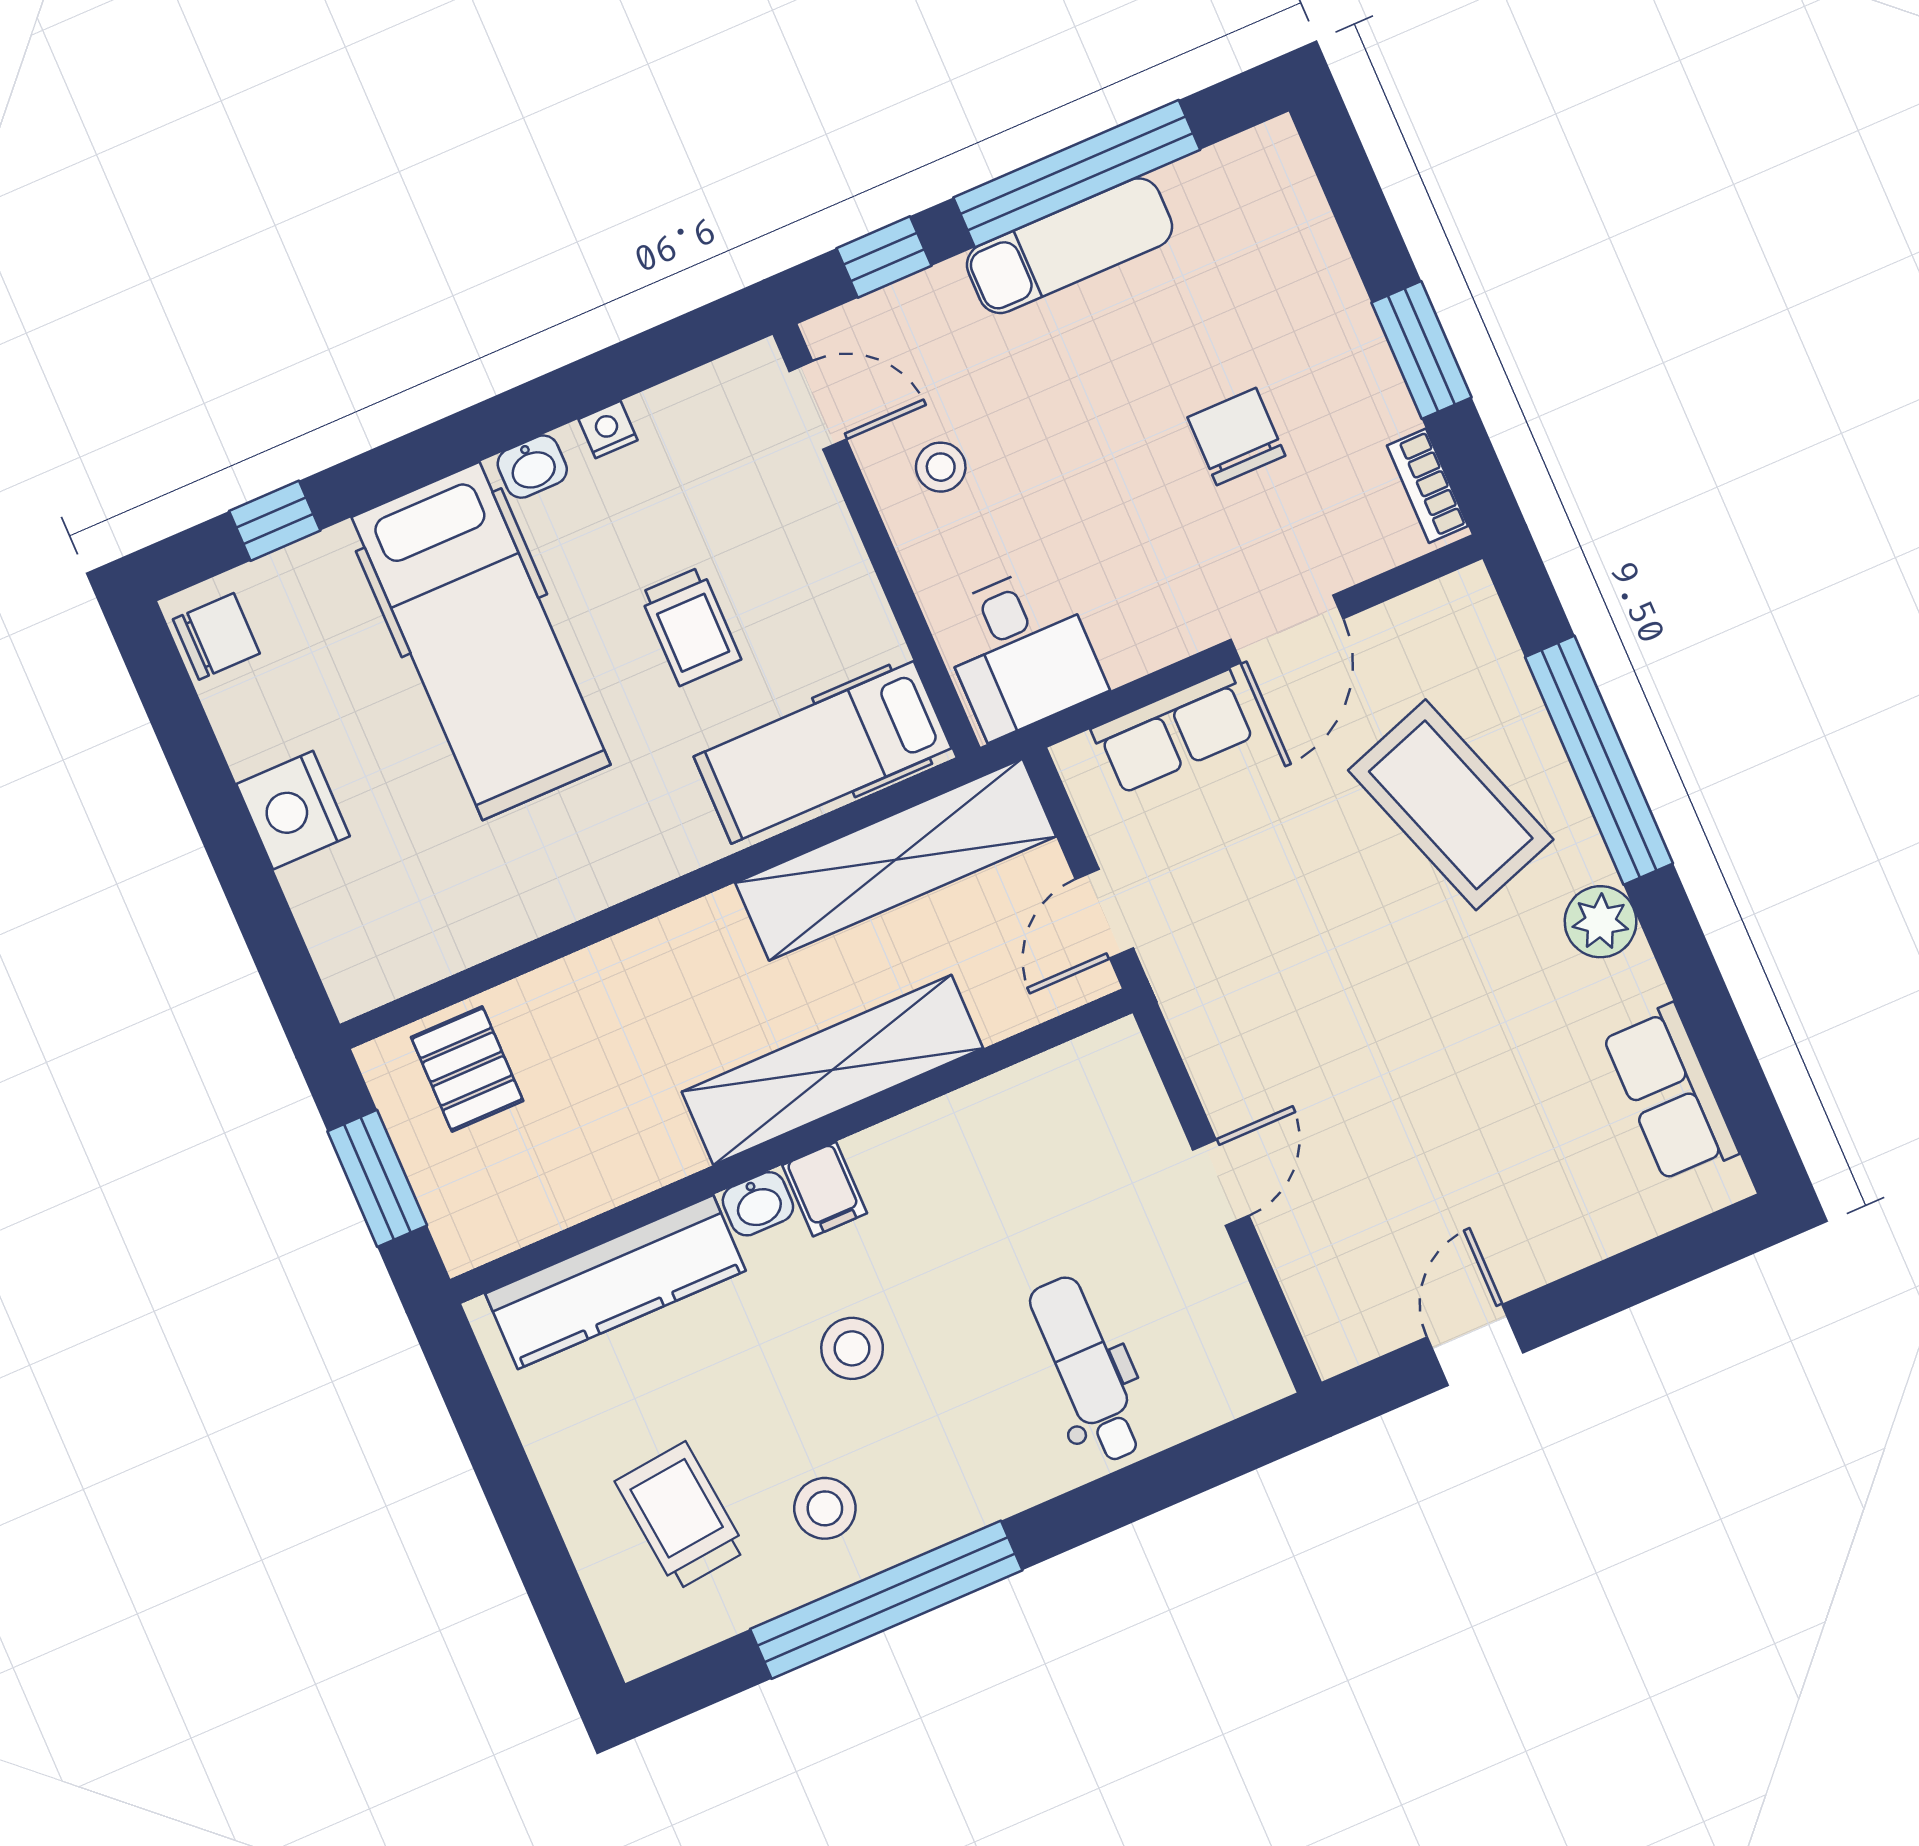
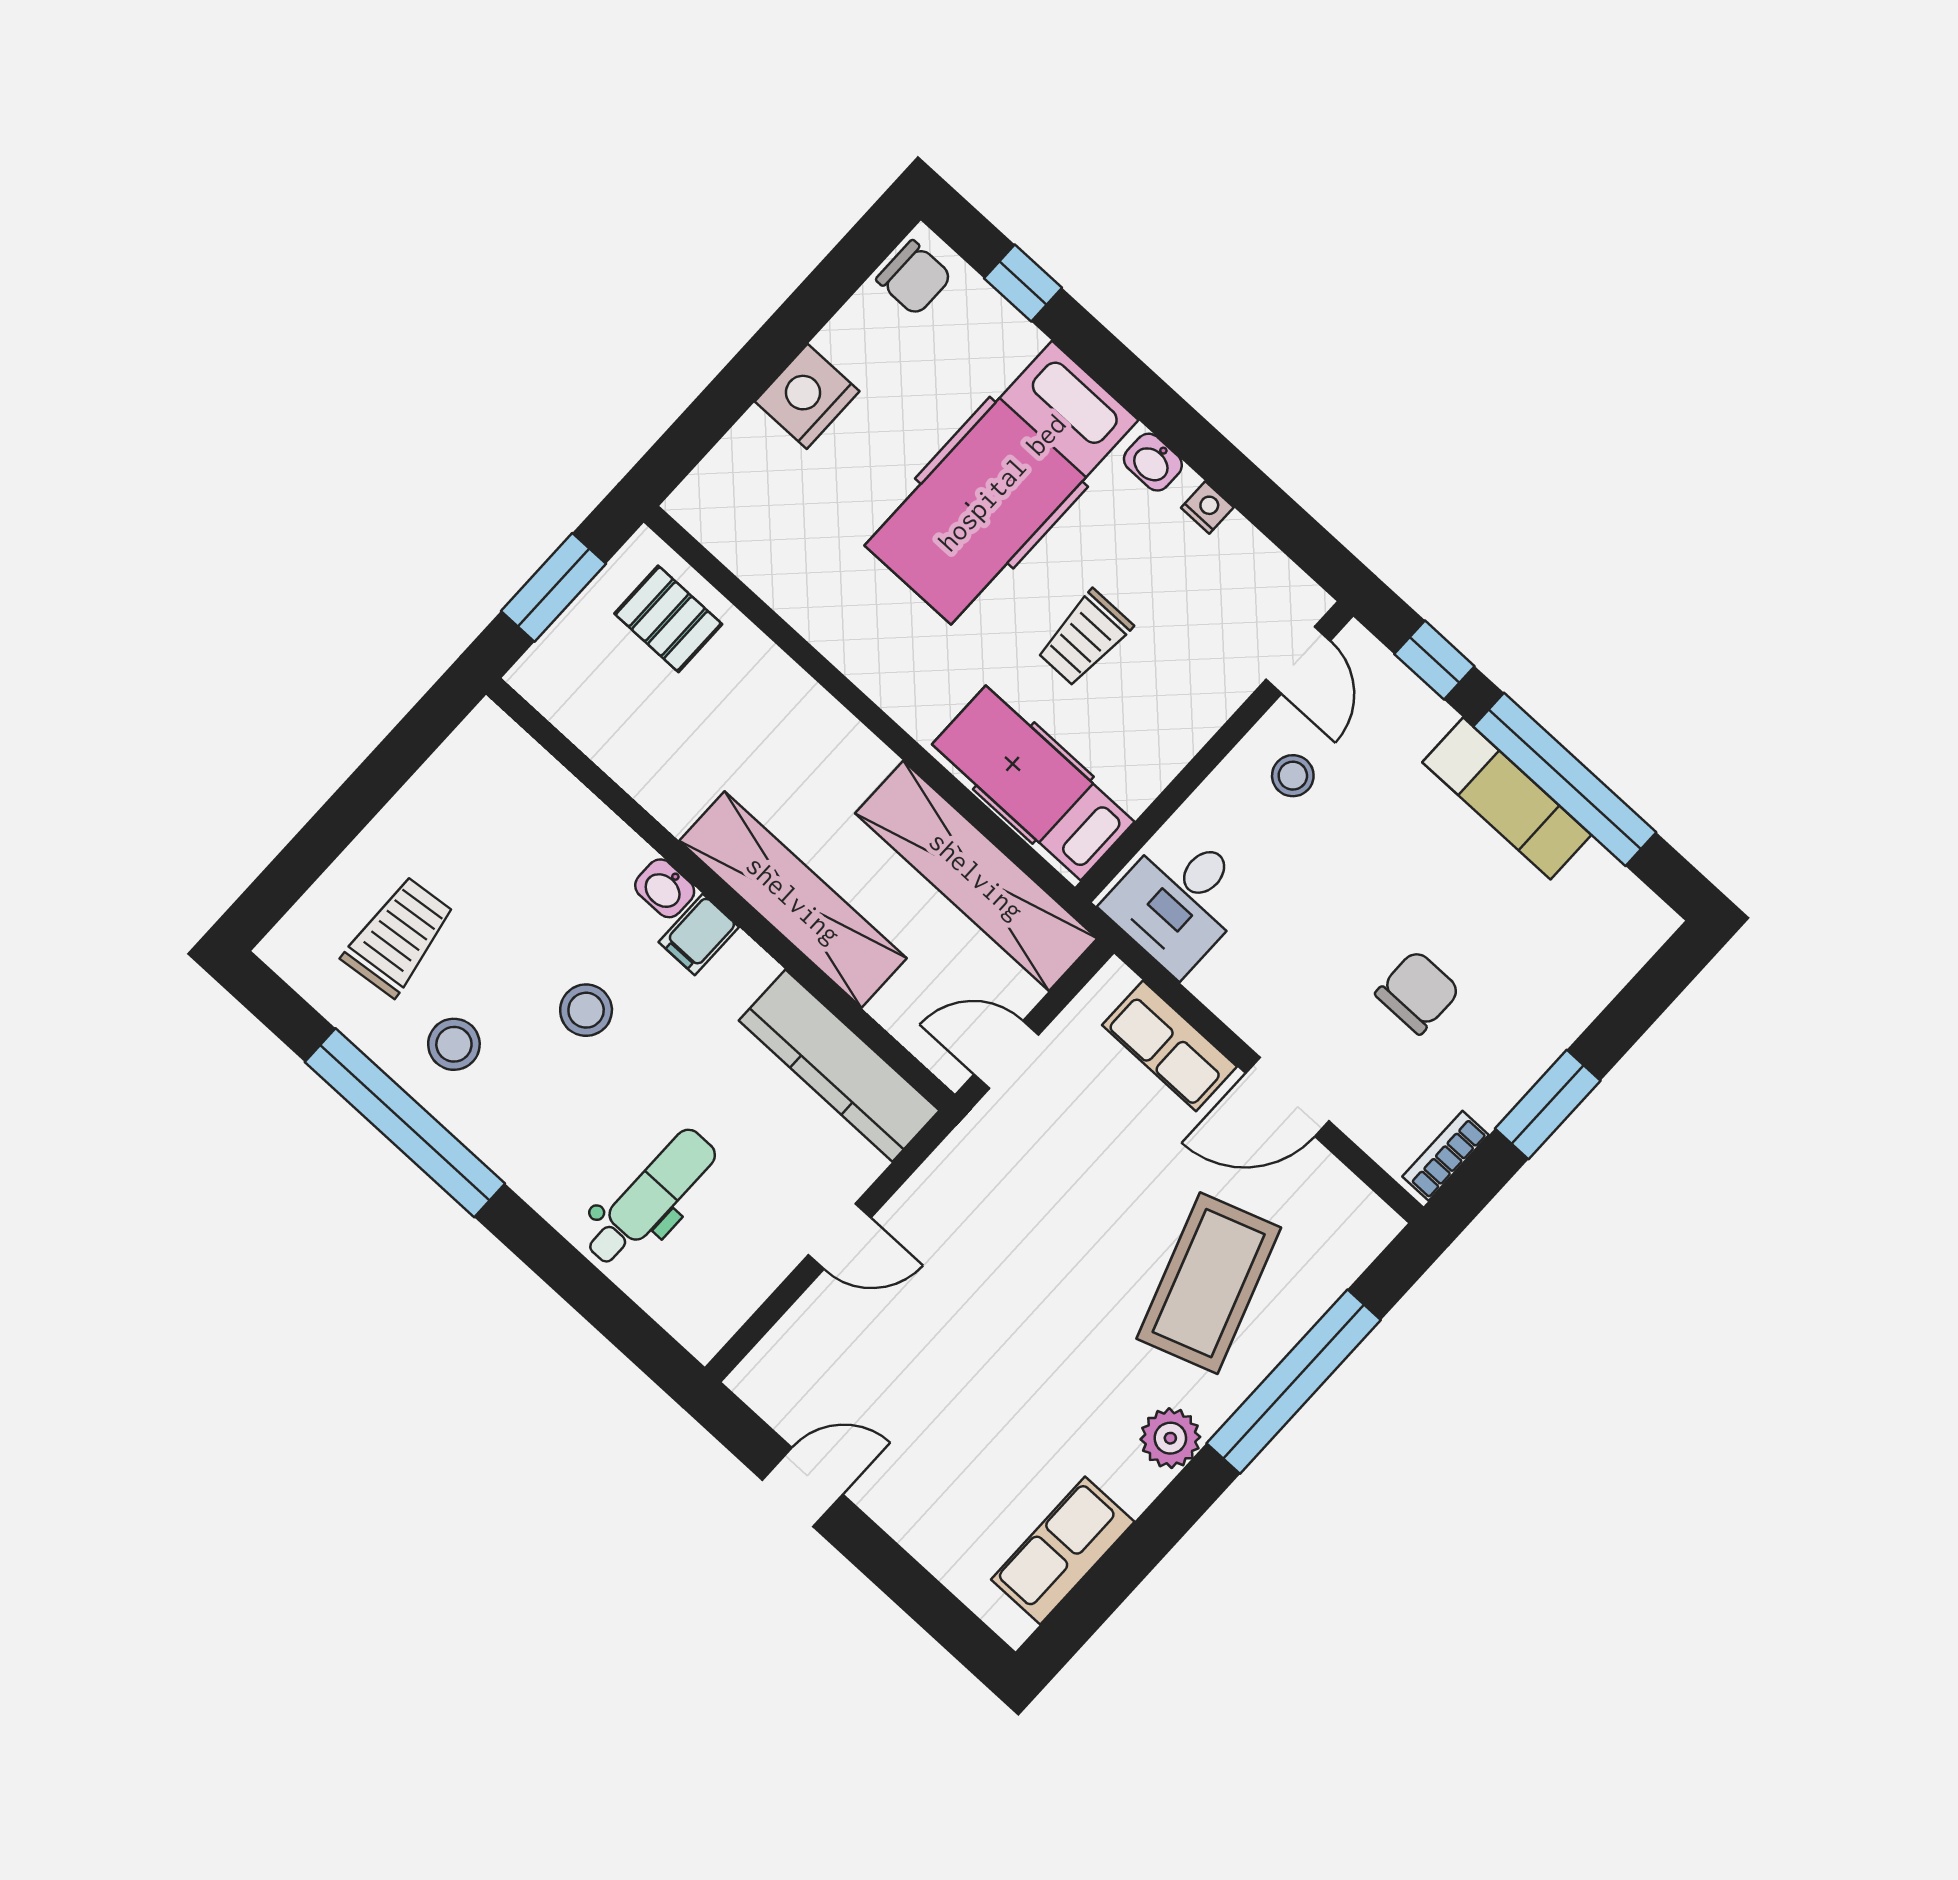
pallet: (467, 1069) -> (668, 619), turned 90
kitchen counter: (616, 1282) -> (839, 1066), moved

